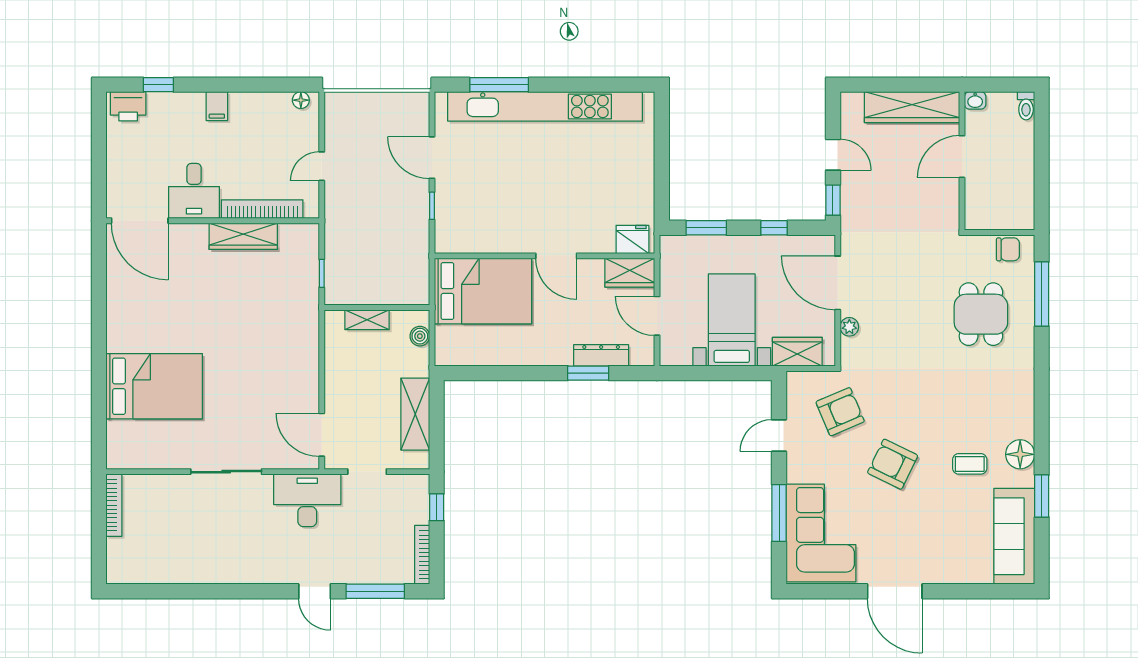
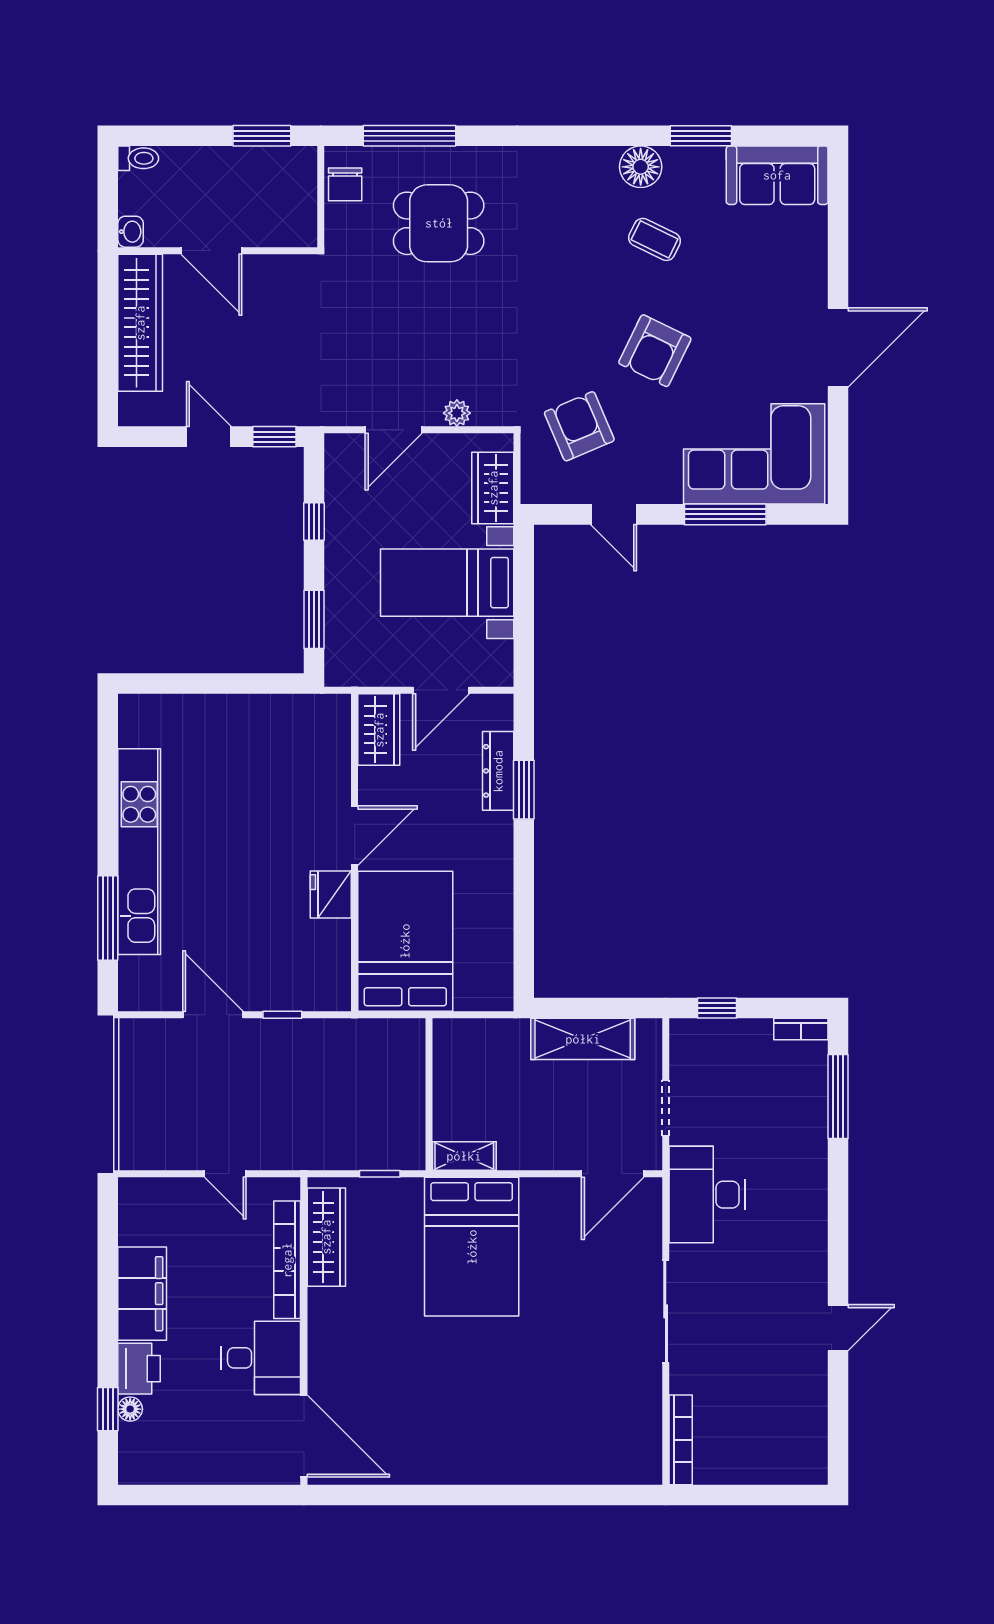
floor lamp: (301, 100) -> (130, 1409), moved
printer: (128, 106) -> (139, 1369), moved
filing cabinet: (217, 106) -> (142, 1294), width x3.00, depth x1.17
kitchen unit: (545, 106) -> (139, 852), width x0.73
door: (833, 155) -> (209, 437), hinge flipped
door: (432, 158) -> (213, 1015), swing flipped
window: (1042, 192) -> (262, 136), added
door: (140, 221) -> (304, 1436), hinge flipped
wardrobe: (243, 236) -> (326, 1237), moved
fridge: (632, 239) -> (331, 894), moved
chair: (1008, 249) -> (345, 184), turned 180
door: (838, 283) -> (394, 430), width x0.73
shelving: (367, 320) -> (464, 1156), moved, turned 90
boiler: (420, 336) -> (470, 1032), removed
bed: (154, 386) -> (472, 1247), moved, turned 180
coffee table: (970, 464) -> (655, 239), turned -64
bookcase: (114, 505) -> (681, 1440), moved, turned 90
sofa: (1014, 536) -> (777, 175), width x0.73
bookcase: (422, 555) -> (801, 1029), width x0.64
door: (315, 591) -> (838, 1328), moved

